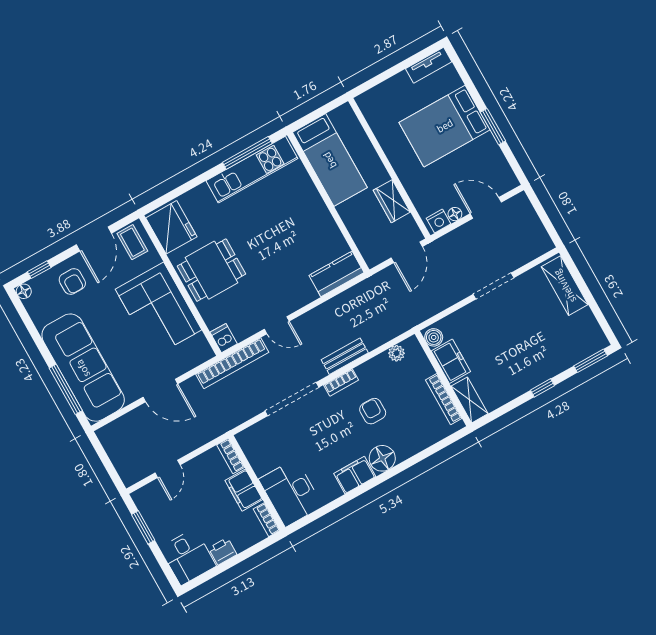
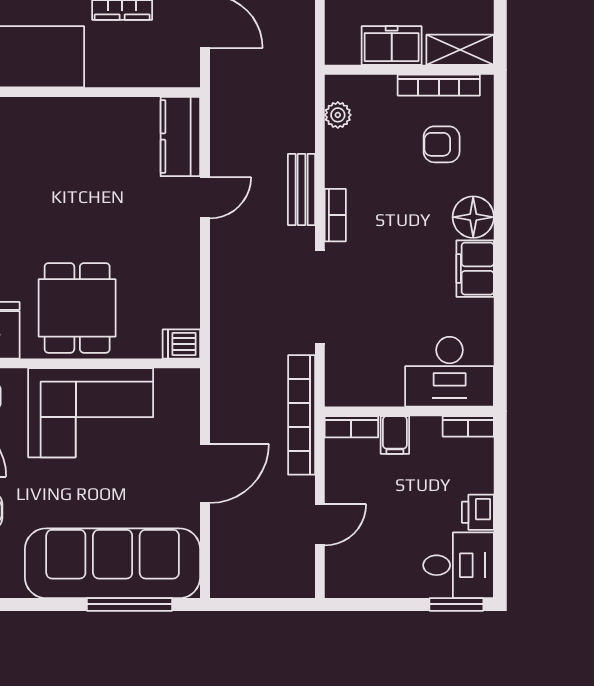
door: (277, 325) -> (205, 198), moved
boiler: (434, 337) -> (345, 51), removed
bookcase: (232, 363) -> (302, 415), moved, turned 180
armchair: (373, 411) -> (442, 144), moved
door: (168, 469) -> (320, 525), hinge flipped
filing cabinet: (244, 490) -> (395, 435), width x0.50
window: (143, 527) -> (456, 604), moved

